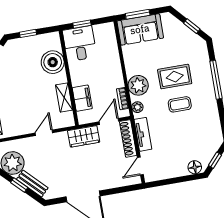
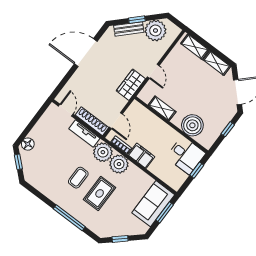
filing cabinet: (82, 98) -> (141, 156), moved, turned 180
plant: (137, 107) -> (103, 152), width x1.87, depth x1.87
wardrobe: (84, 136) -> (131, 85), moved

